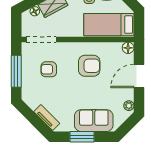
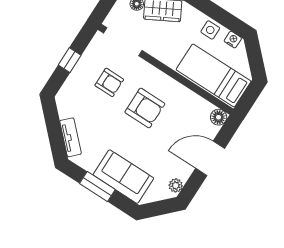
armchair: (89, 66) -> (145, 108), moved
armchair: (49, 69) -> (109, 82), turned 180
window: (16, 71) -> (70, 60), width x0.46

